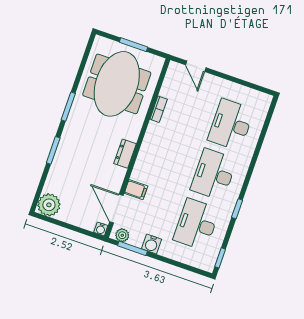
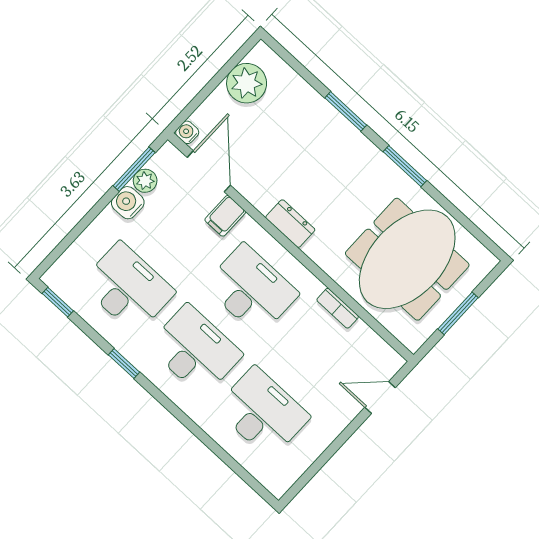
meeting table: (117, 84) -> (407, 259), turned 90
desk: (169, 159) -> (251, 290), added
plant: (49, 205) -> (247, 83), moved
door: (116, 209) -> (209, 171), hinge flipped
plant: (122, 235) -> (145, 181), moved

